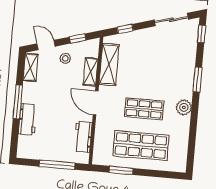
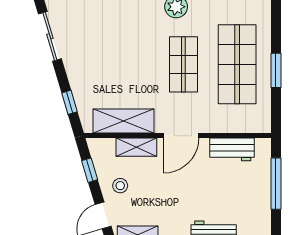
window: (121, 170) -> (276, 70), moved

